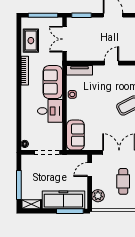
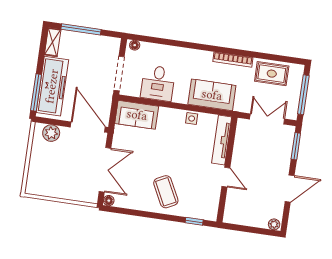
tv unit: (80, 70) -> (222, 140), width x1.41
desk: (50, 111) -> (158, 83), moved
door: (90, 170) -> (88, 127), width x1.88
cafe table: (123, 181) -> (65, 170), removed

